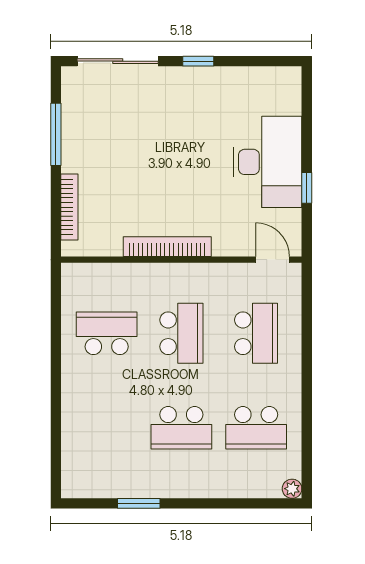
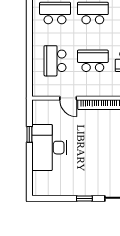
door: (273, 260) -> (68, 98), moved
school desk: (181, 333) -> (93, 61), turned 90

